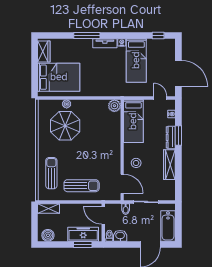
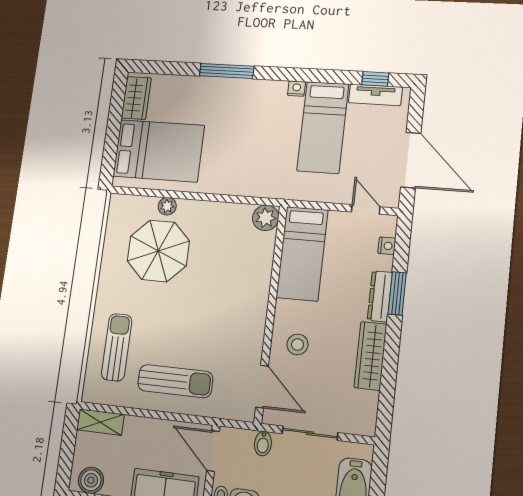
tv unit: (105, 43) -> (375, 95), moved

